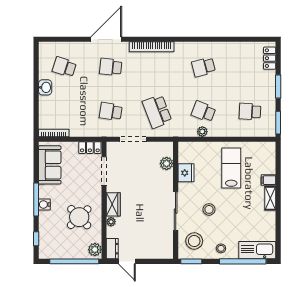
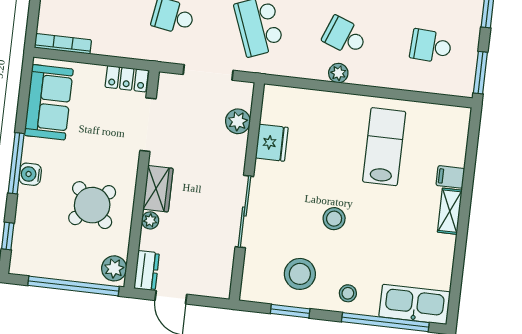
plant: (167, 163) -> (238, 121), moved
fridge: (186, 173) -> (272, 143), moved
wall: (176, 200) -> (247, 191), moved
sliding door: (176, 211) -> (244, 212), moved

